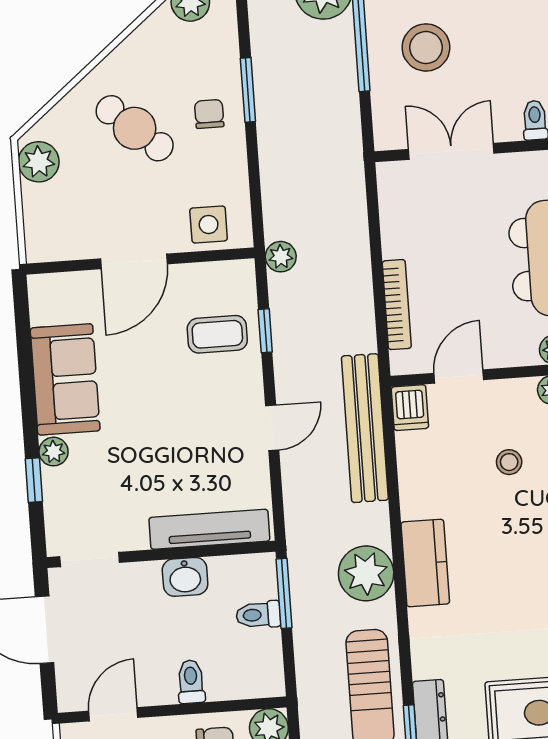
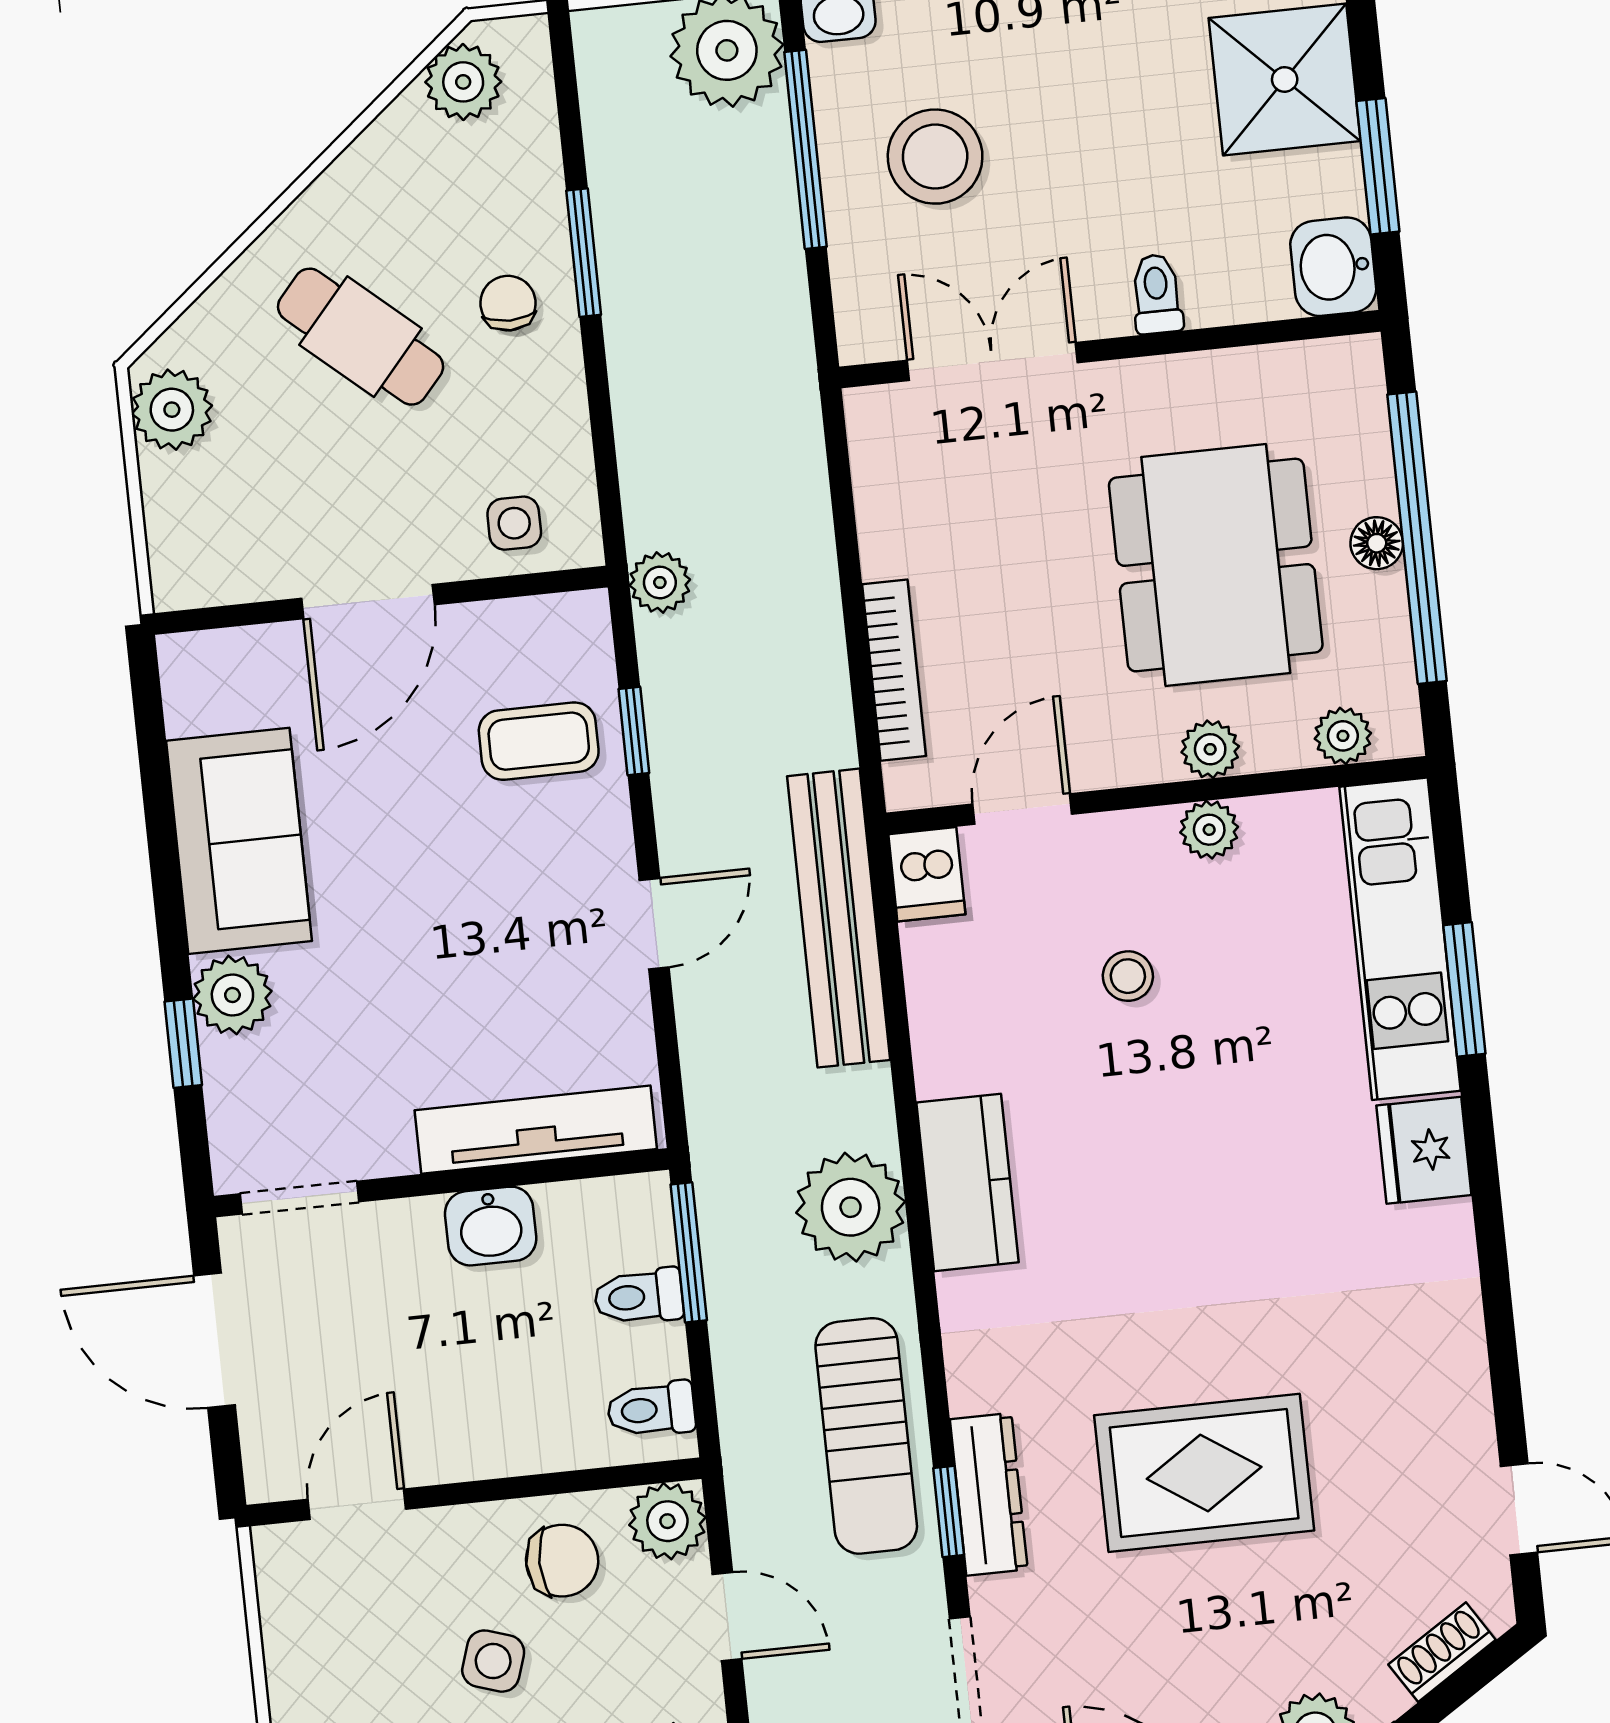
side table: (209, 224) -> (514, 523), width x0.73, depth x0.73
plant: (54, 452) -> (232, 995), width x1.38, depth x1.38
toilet: (191, 682) -> (651, 1409), moved, turned -90

